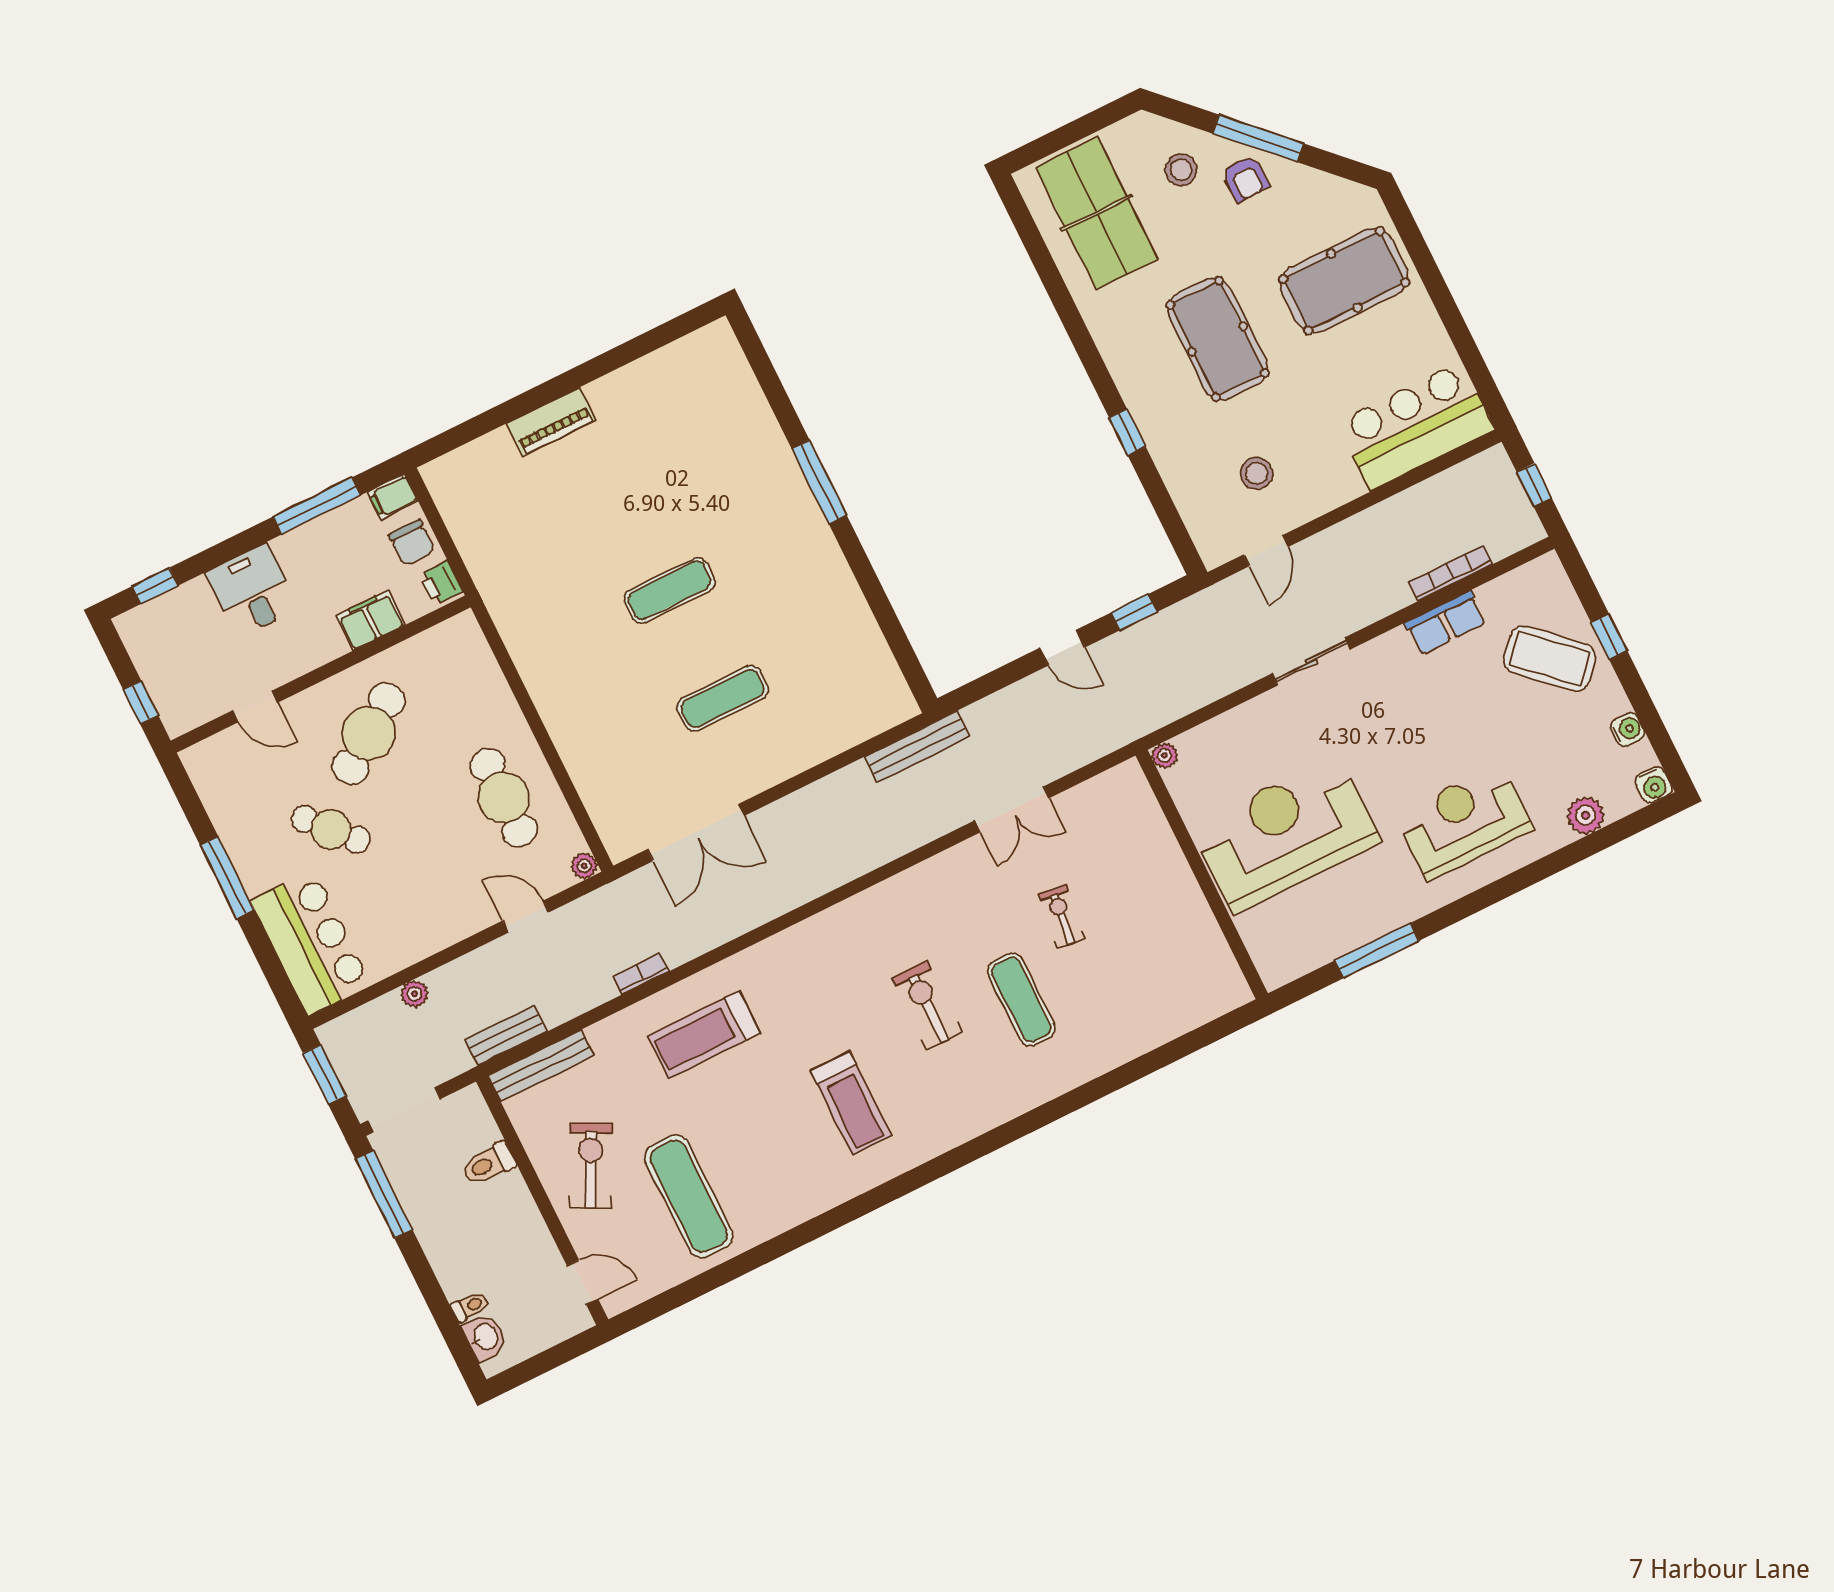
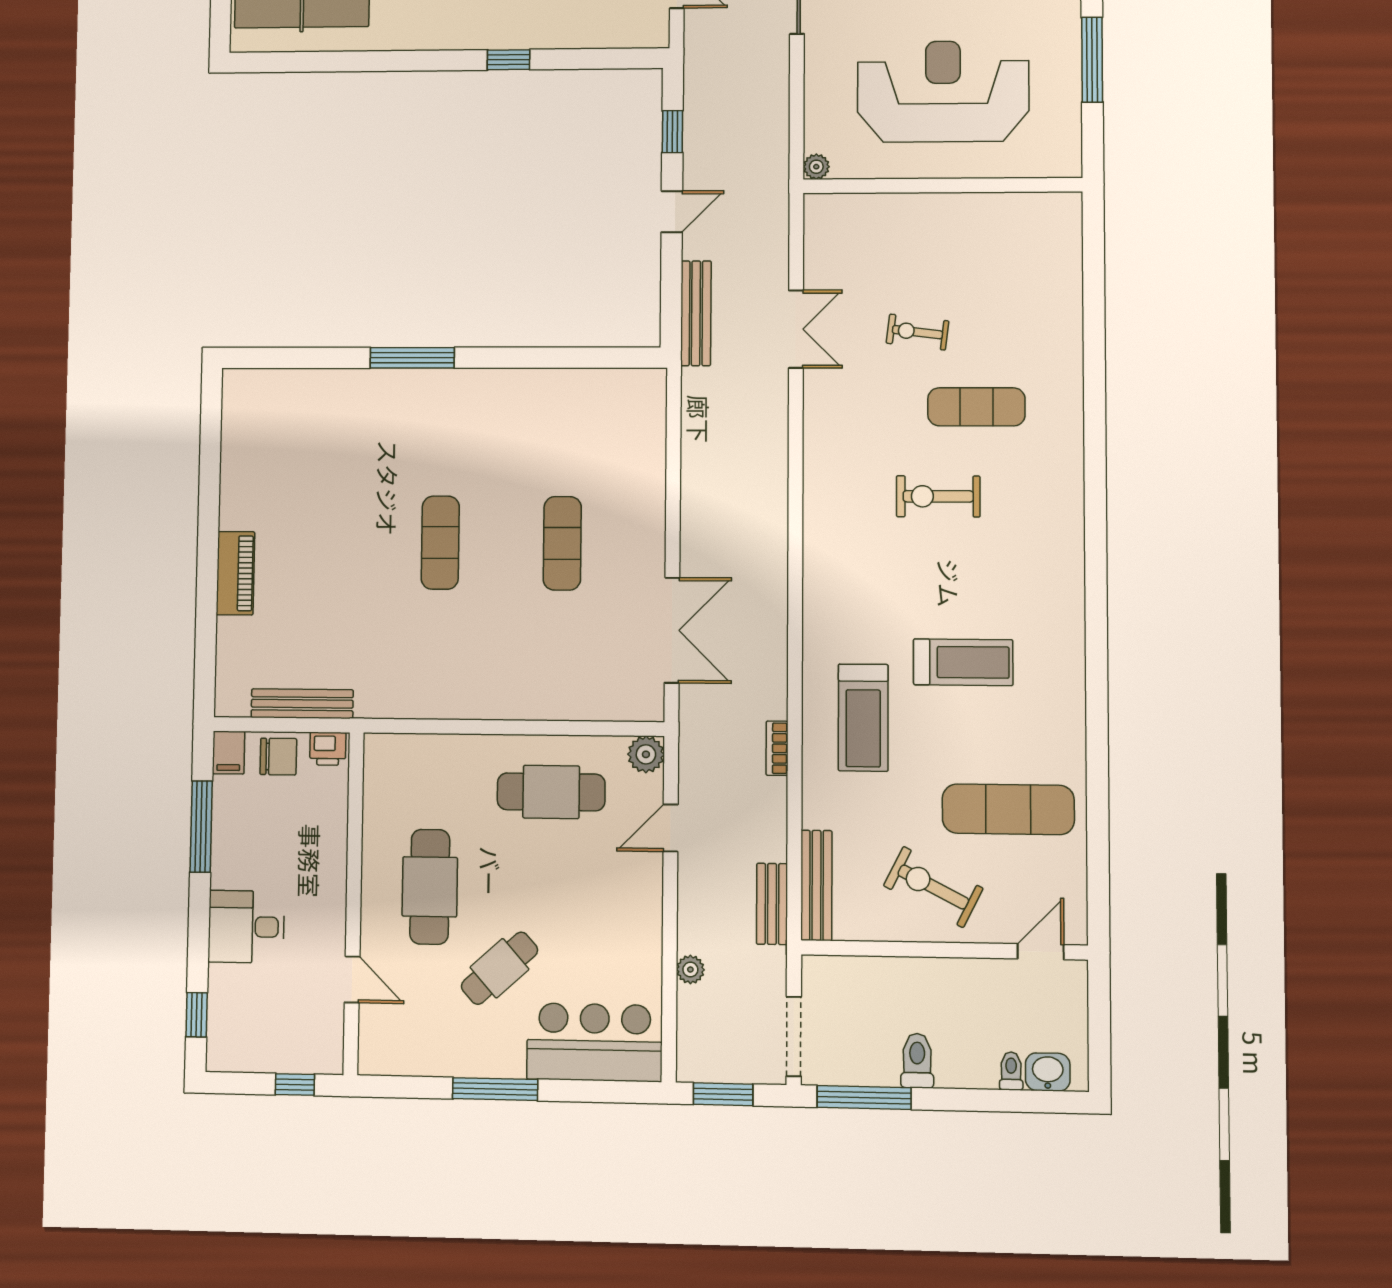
bench: (468, 540) -> (302, 704), added
filing cabinet: (370, 620) -> (328, 831), removed
door: (255, 706) -> (352, 979), hinge flipped
cafe table: (369, 734) -> (430, 887), turned 35
bench: (918, 746) -> (696, 313), moved
reception desk: (1286, 834) -> (943, 91), turned 90
plant: (584, 866) -> (646, 754), width x1.38, depth x1.38
treadmill: (851, 1103) -> (963, 662), moved
toilet: (488, 1164) -> (917, 1061), moved, turned 180

